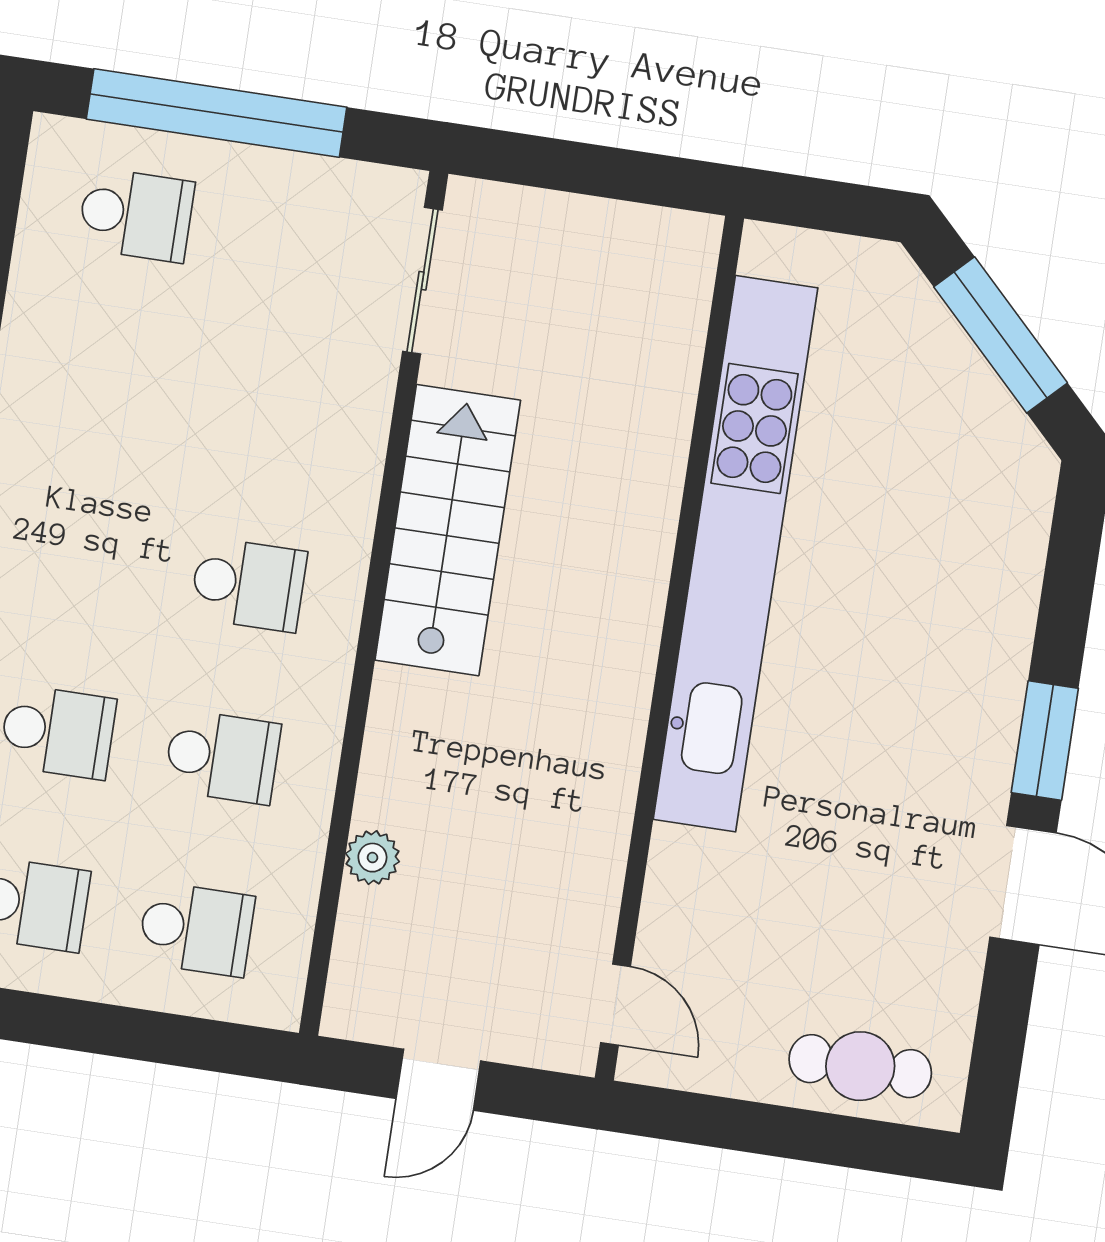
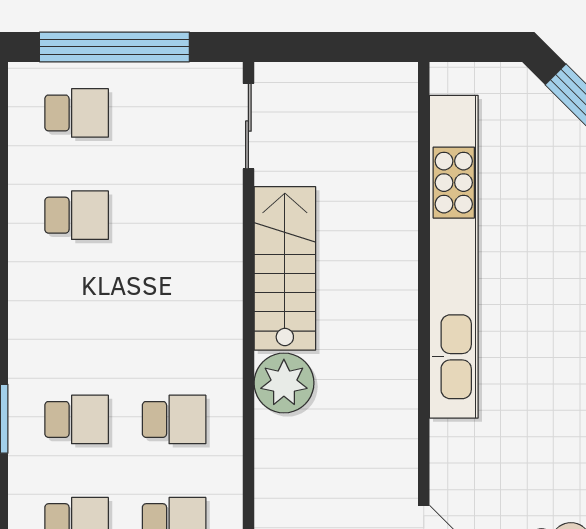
school desk: (248, 584) -> (77, 215), moved
plant: (372, 858) -> (284, 383), moved, width x1.87, depth x1.87

